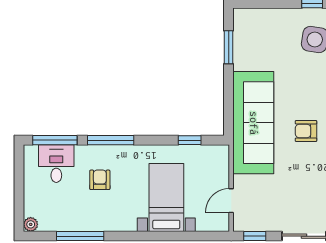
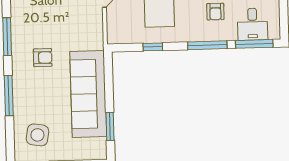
sofa: (253, 123) -> (88, 94), moved
window: (190, 140) -> (153, 47), moved

